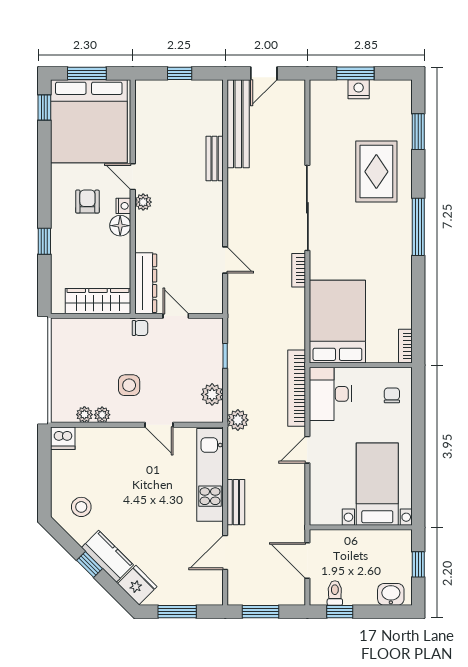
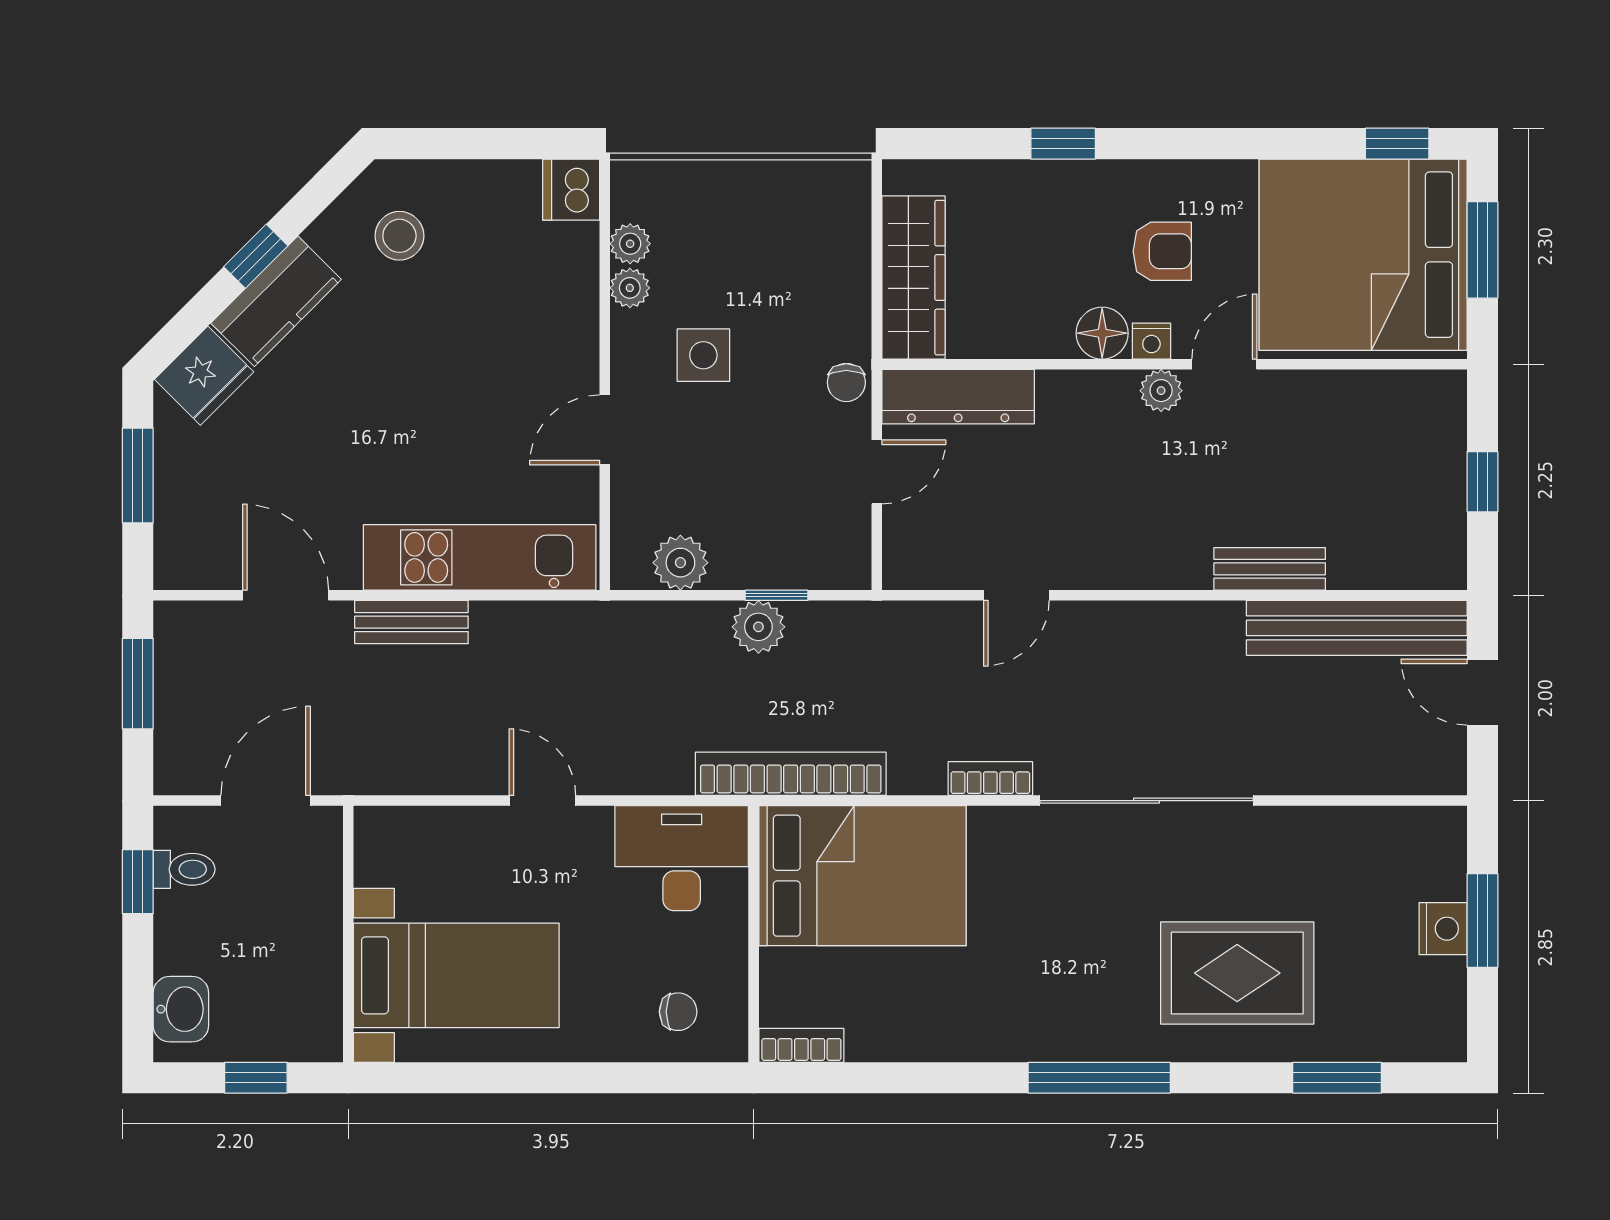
bookcase: (297, 388) -> (791, 774), moved
plant: (238, 420) -> (758, 627), moved

